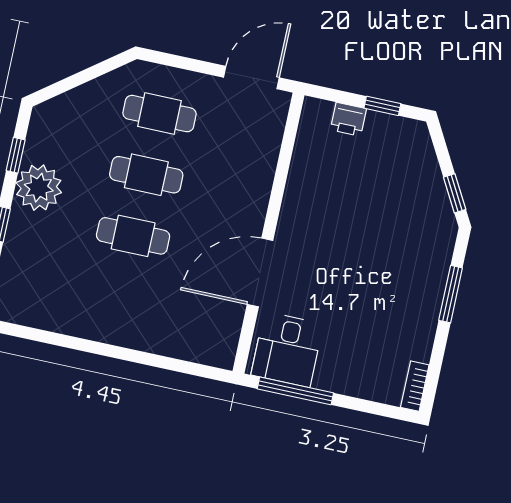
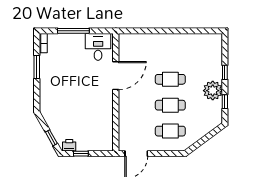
printer: (348, 119) -> (69, 145), moved
window: (455, 193) -> (51, 138), moved
window: (451, 294) -> (37, 67), moved
window: (295, 391) -> (73, 31), moved

